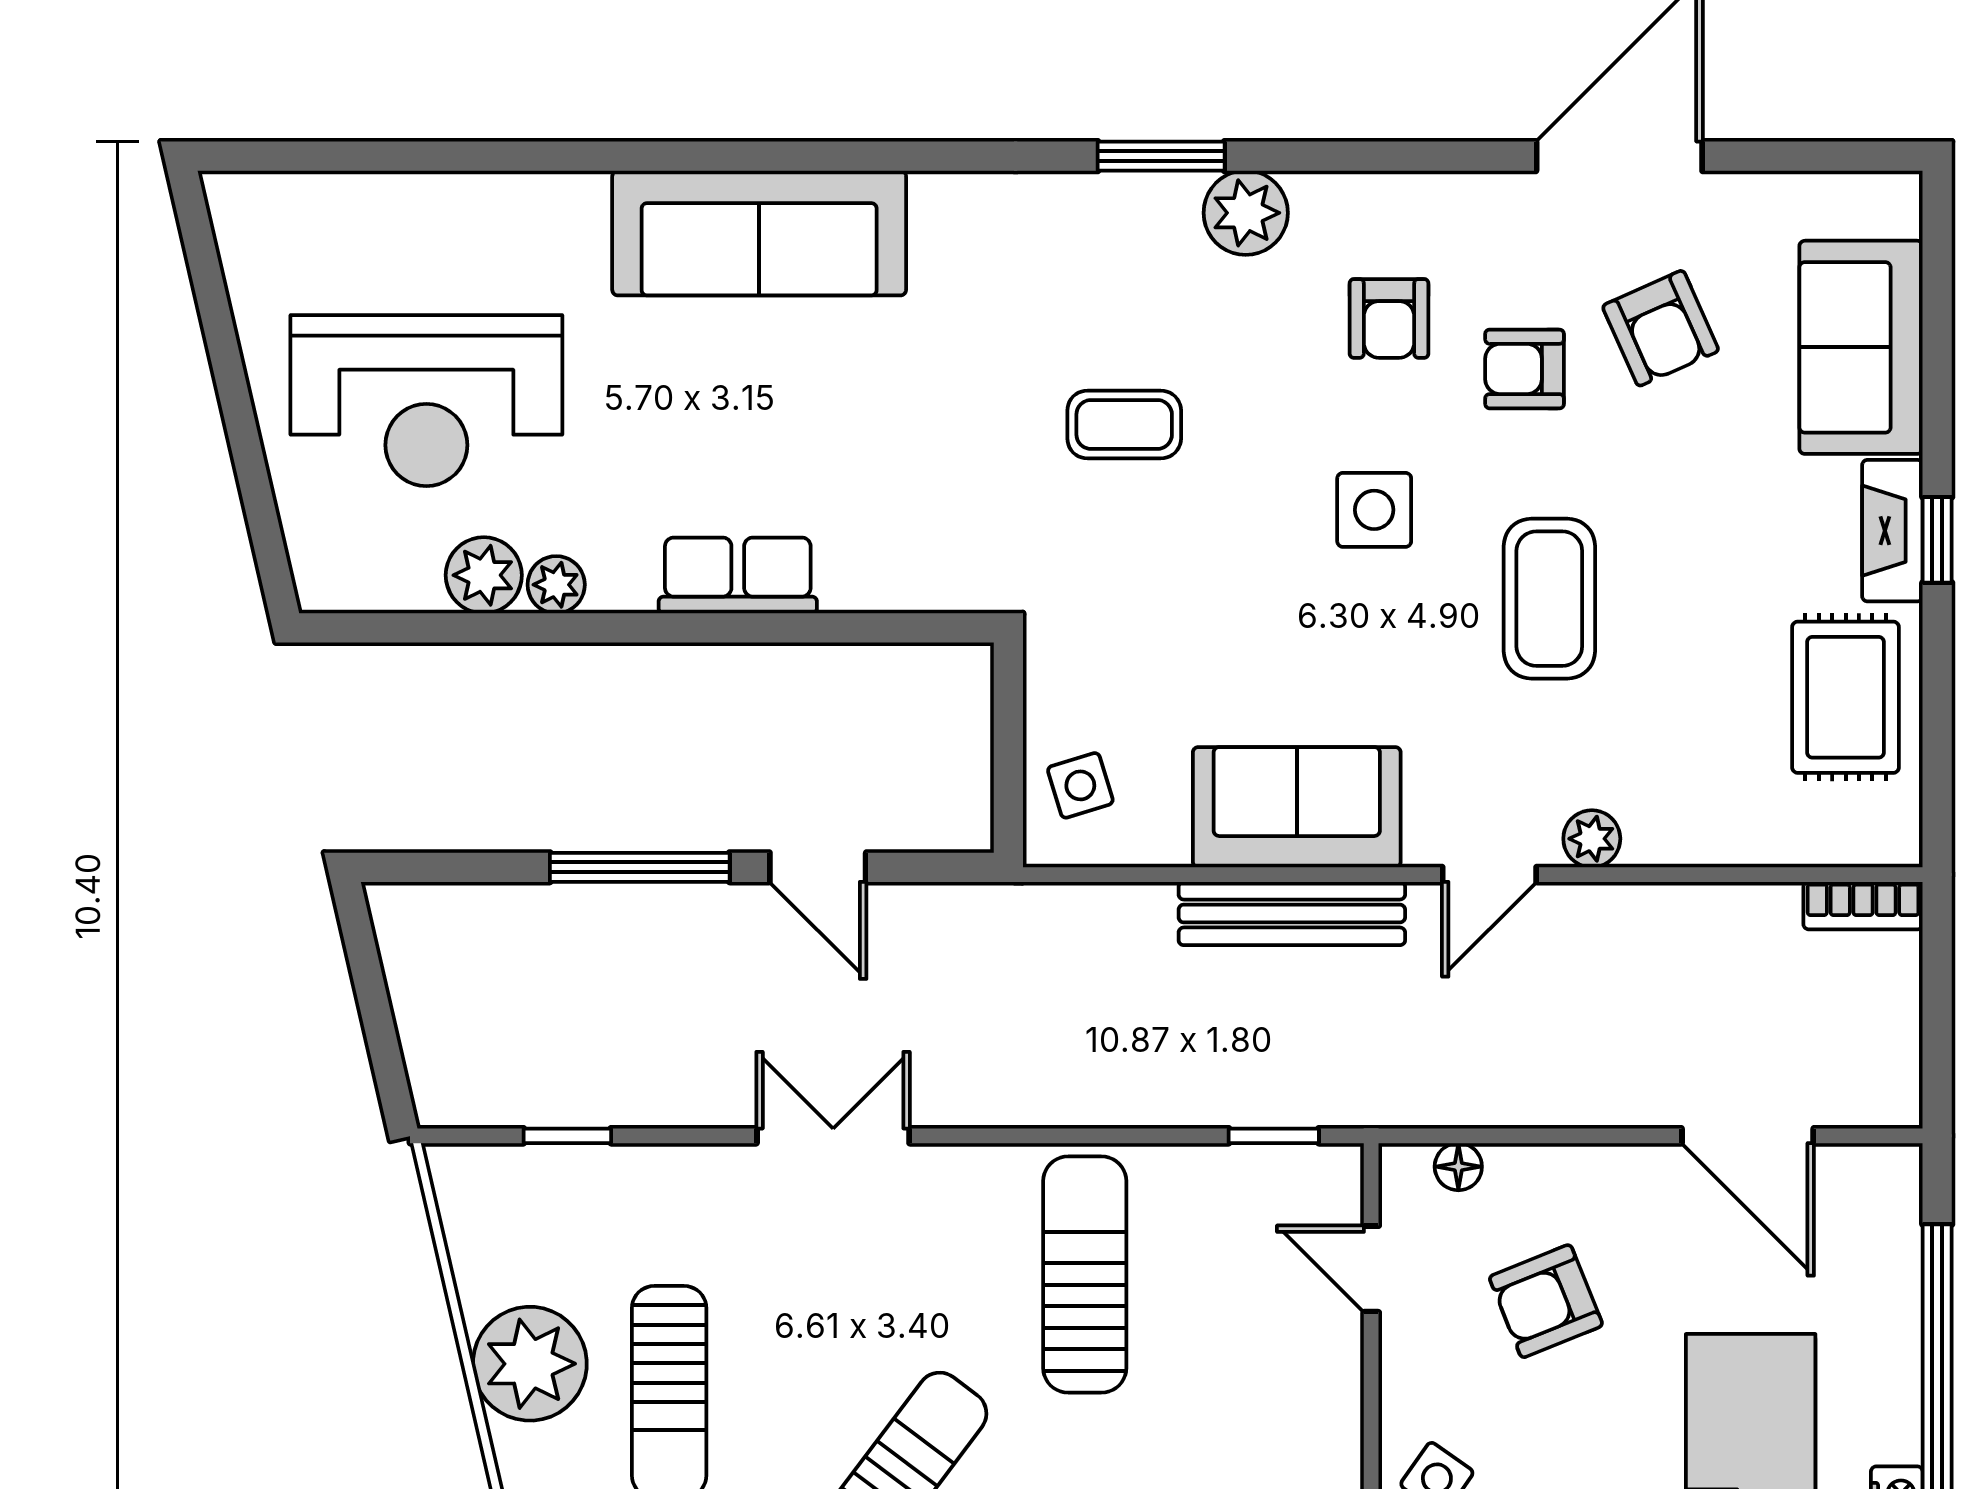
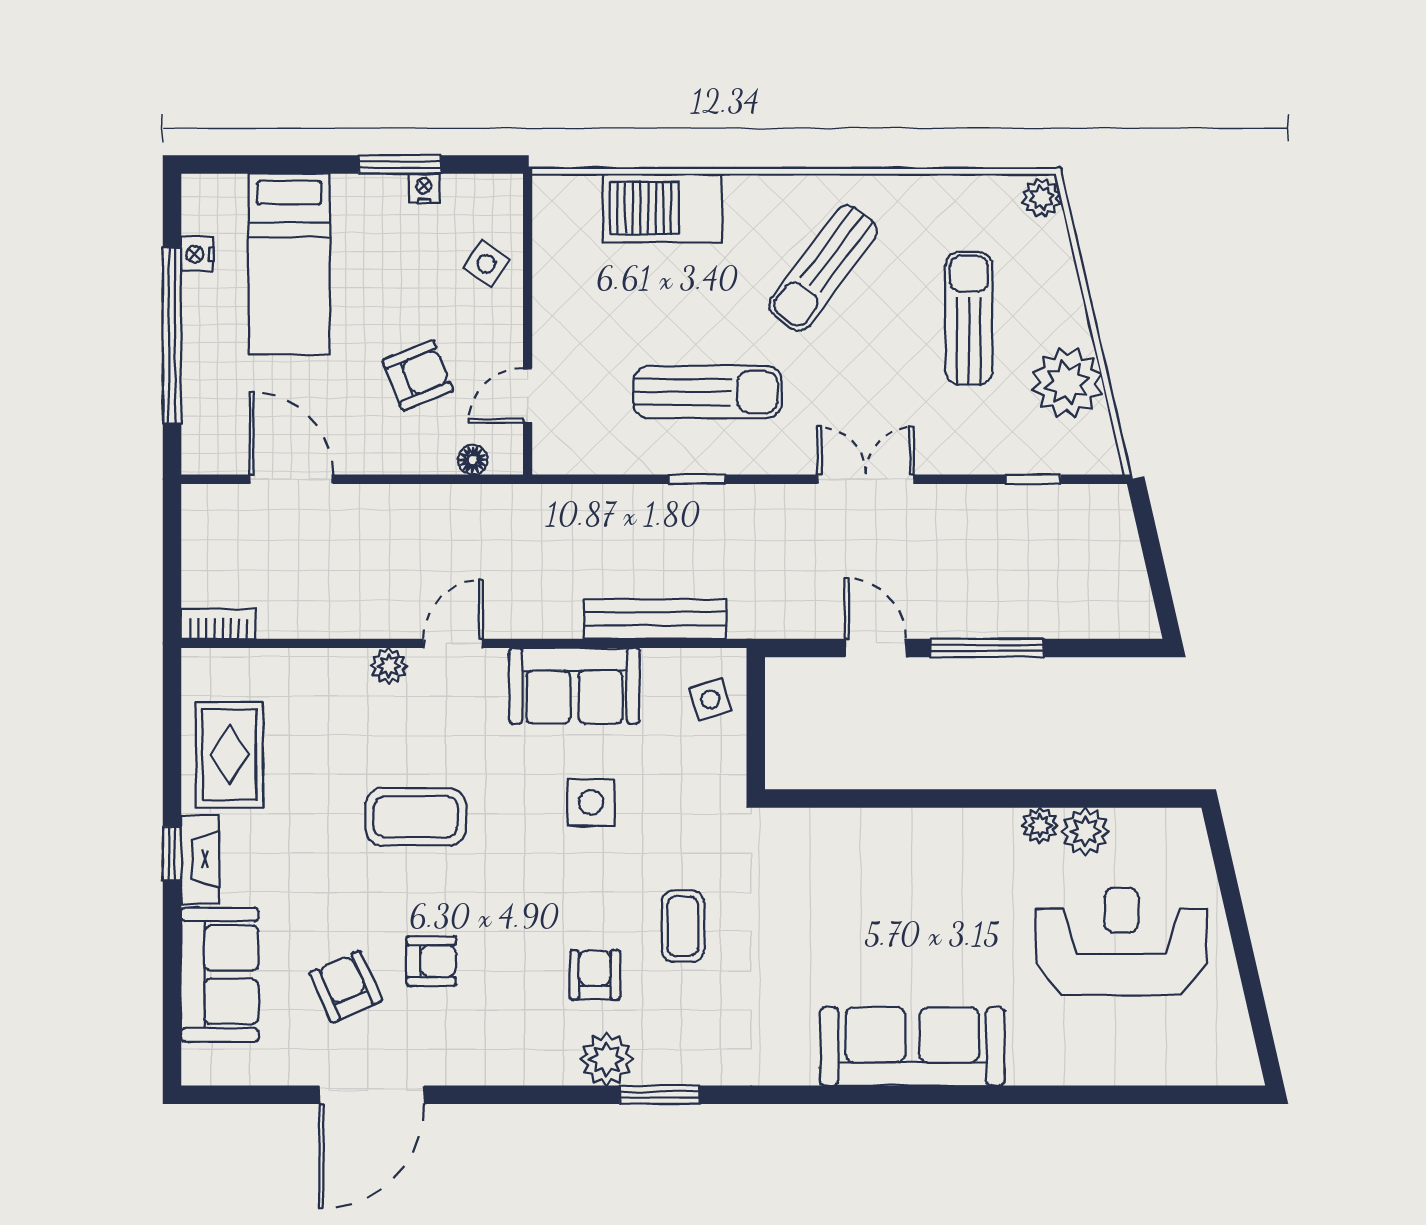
armchair: (1389, 318) -> (595, 975), moved
coffee table: (1124, 424) -> (683, 926), turned 90
side table: (1374, 510) -> (591, 802), moved
row of seats: (738, 575) -> (926, 831), removed
coffee table: (1549, 599) -> (416, 817), turned 90
bench: (1292, 914) -> (655, 619), moved
double door: (833, 1136) -> (866, 479), swing flipped
window: (1274, 1136) -> (697, 479), moved
door: (1371, 1269) -> (528, 396), swing flipped
sun lounger: (1085, 1275) -> (708, 392), turned -90
plant: (530, 1364) -> (1067, 383), moved

